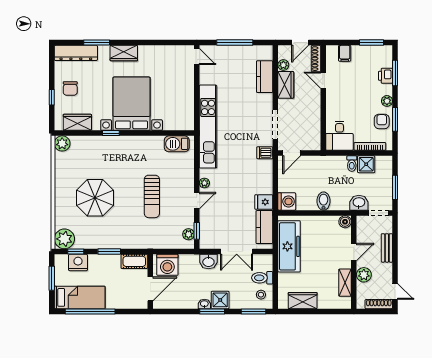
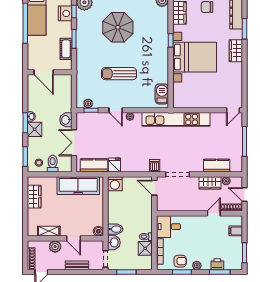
bidet: (324, 201) -> (115, 229), moved
cot: (134, 261) -> (66, 49), moved
washing machine: (167, 265) -> (63, 86), removed

